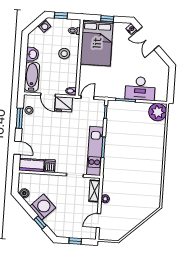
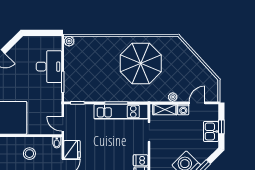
stool: (64, 54) -> (29, 154), moved
plant: (158, 112) -> (69, 41), width x0.53, depth x0.53
parasol: (138, 172) -> (141, 63), added
washing machine: (93, 208) -> (183, 109), added
door: (98, 221) -> (197, 103), swing flipped
kitchen sink: (72, 231) -> (211, 131), added

